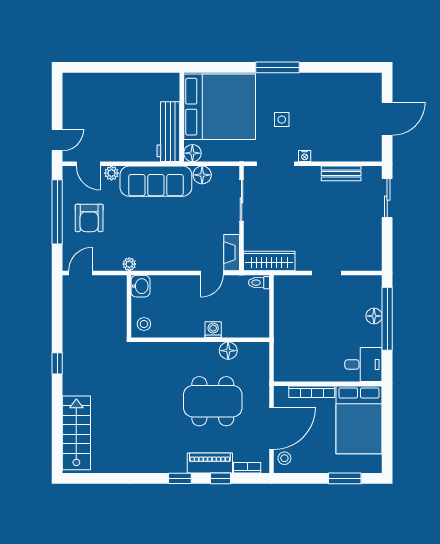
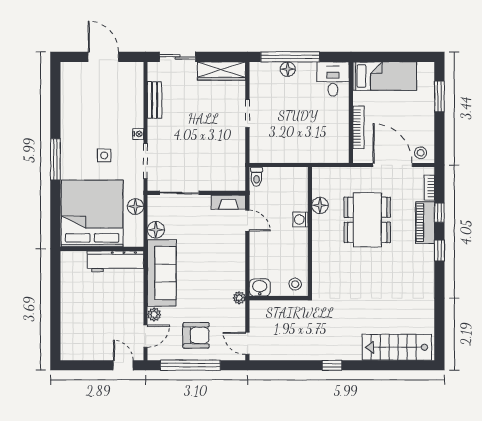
floor lamp: (192, 153) -> (135, 207), moved
wardrobe: (269, 261) -> (222, 71), moved, turned -90
bed: (359, 420) -> (385, 76), width x0.67

